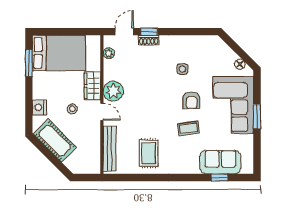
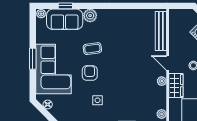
plant: (113, 91) -> (162, 81), width x0.53, depth x0.53
rug: (149, 153) -> (127, 27), removed
plant: (191, 166) -> (90, 16), added
plant: (247, 169) -> (41, 14), added

